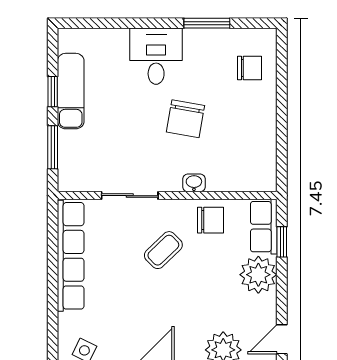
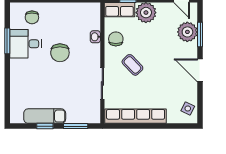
desk: (156, 56) -> (25, 44), moved
chair: (250, 68) -> (32, 17), turned 180
chair: (185, 119) -> (60, 53), turned 80
washbasin: (194, 183) -> (95, 37), moved

